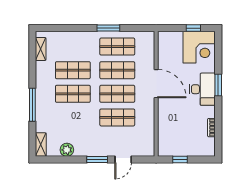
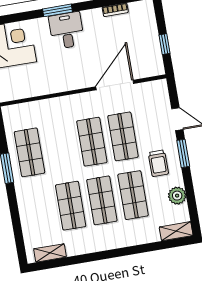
shop shelf: (117, 70) -> (133, 195), moved
door: (156, 84) -> (115, 85), moved
desk: (202, 89) -> (67, 30), width x0.73
window: (32, 105) -> (126, 251), removed
trolley: (93, 140) -> (158, 163), added

